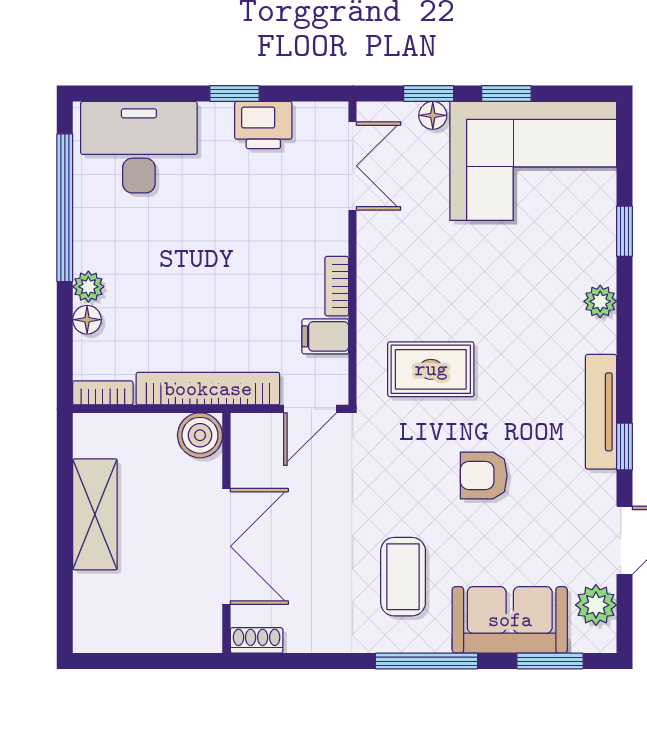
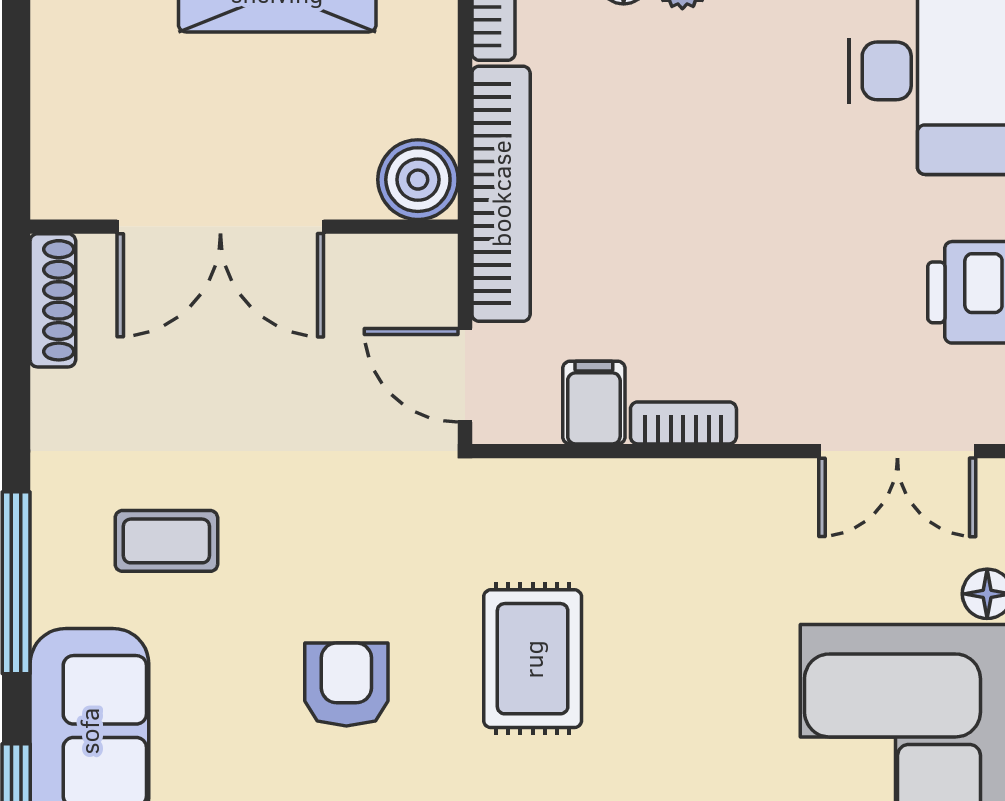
rug: (431, 369) -> (533, 659), moved
coffee table: (403, 577) -> (166, 541), width x0.73, depth x0.77
shoe rack: (257, 640) -> (53, 300), width x1.43

